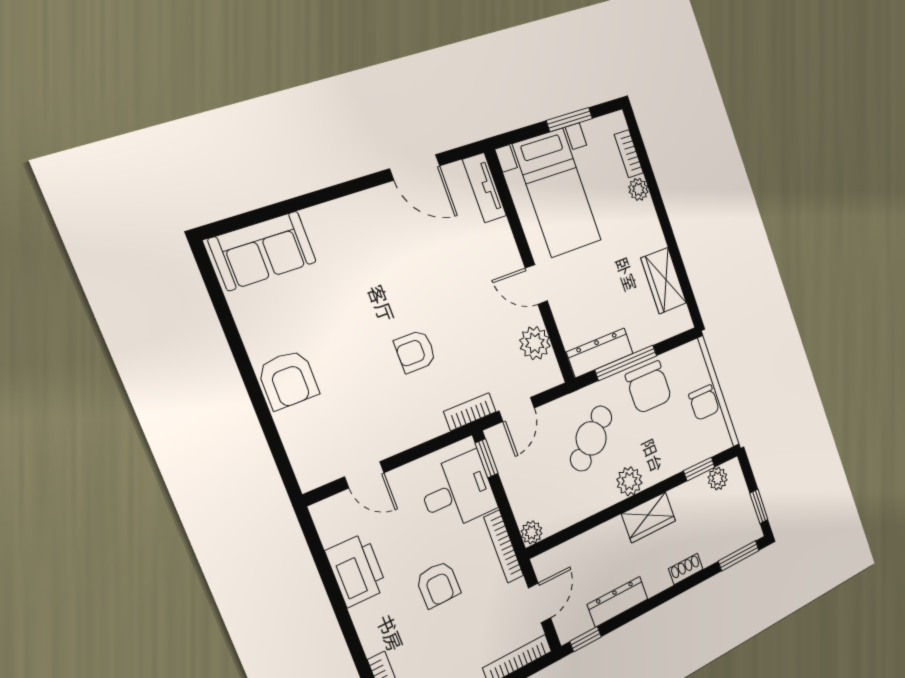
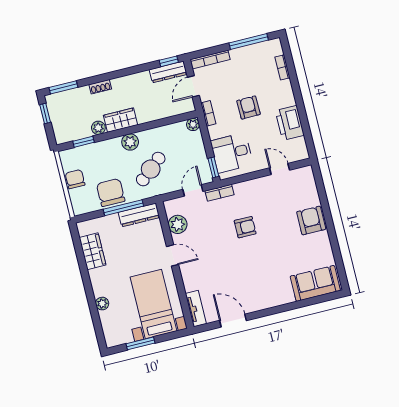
bookcase: (629, 154) -> (106, 324), removed
plant: (718, 479) -> (98, 128), moved
bookcase: (504, 546) -> (208, 113), width x0.64
dresser: (618, 602) -> (168, 72), moved

